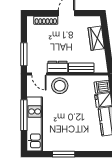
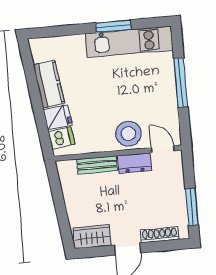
wardrobe: (96, 38) -> (92, 237), moved, turned -82
window: (24, 54) -> (192, 207), moved
kitchen unit: (35, 124) -> (129, 42), moved, turned -90

